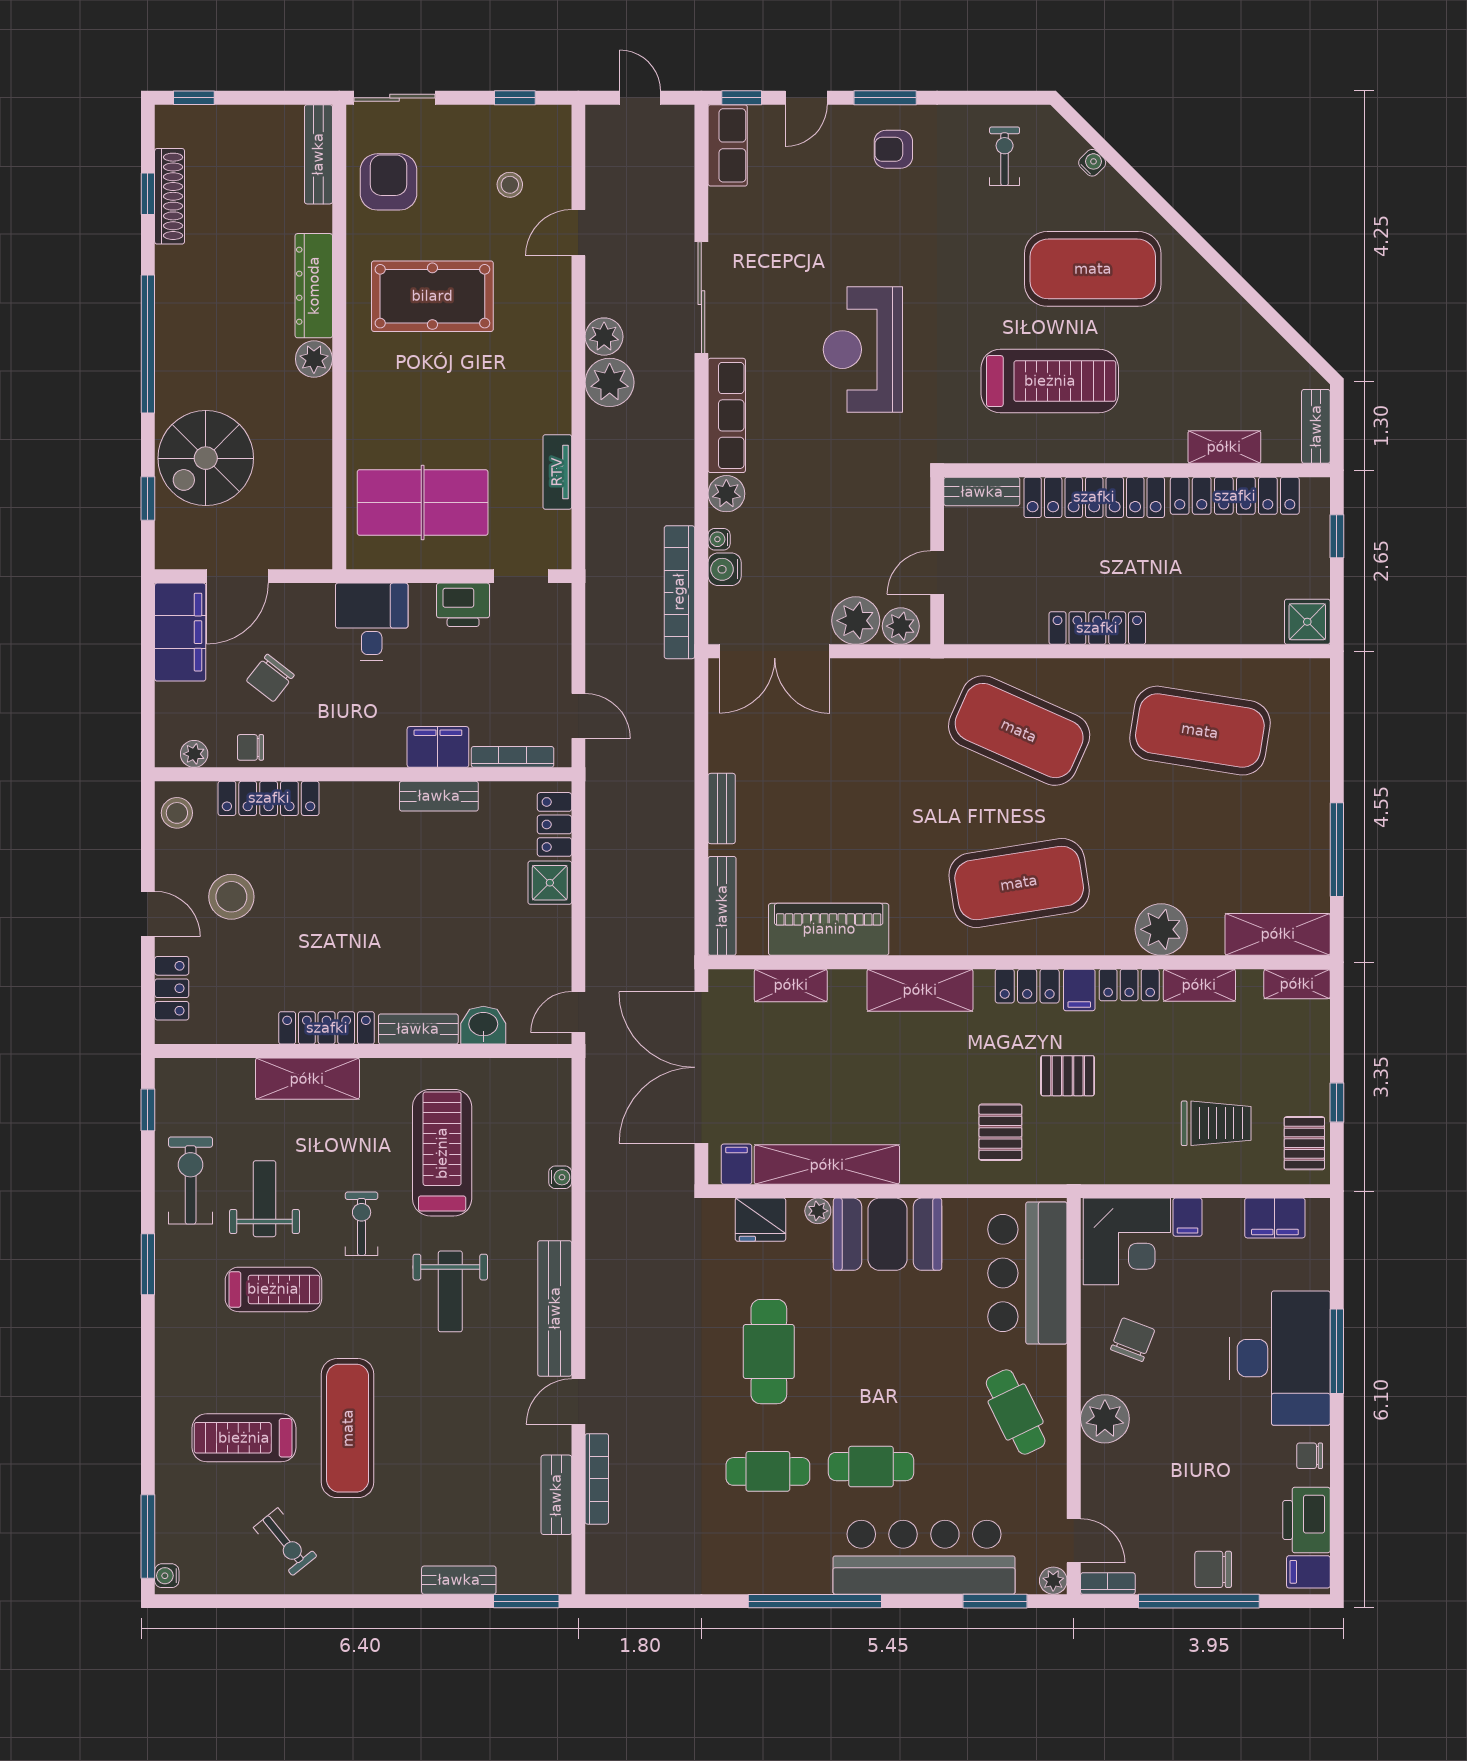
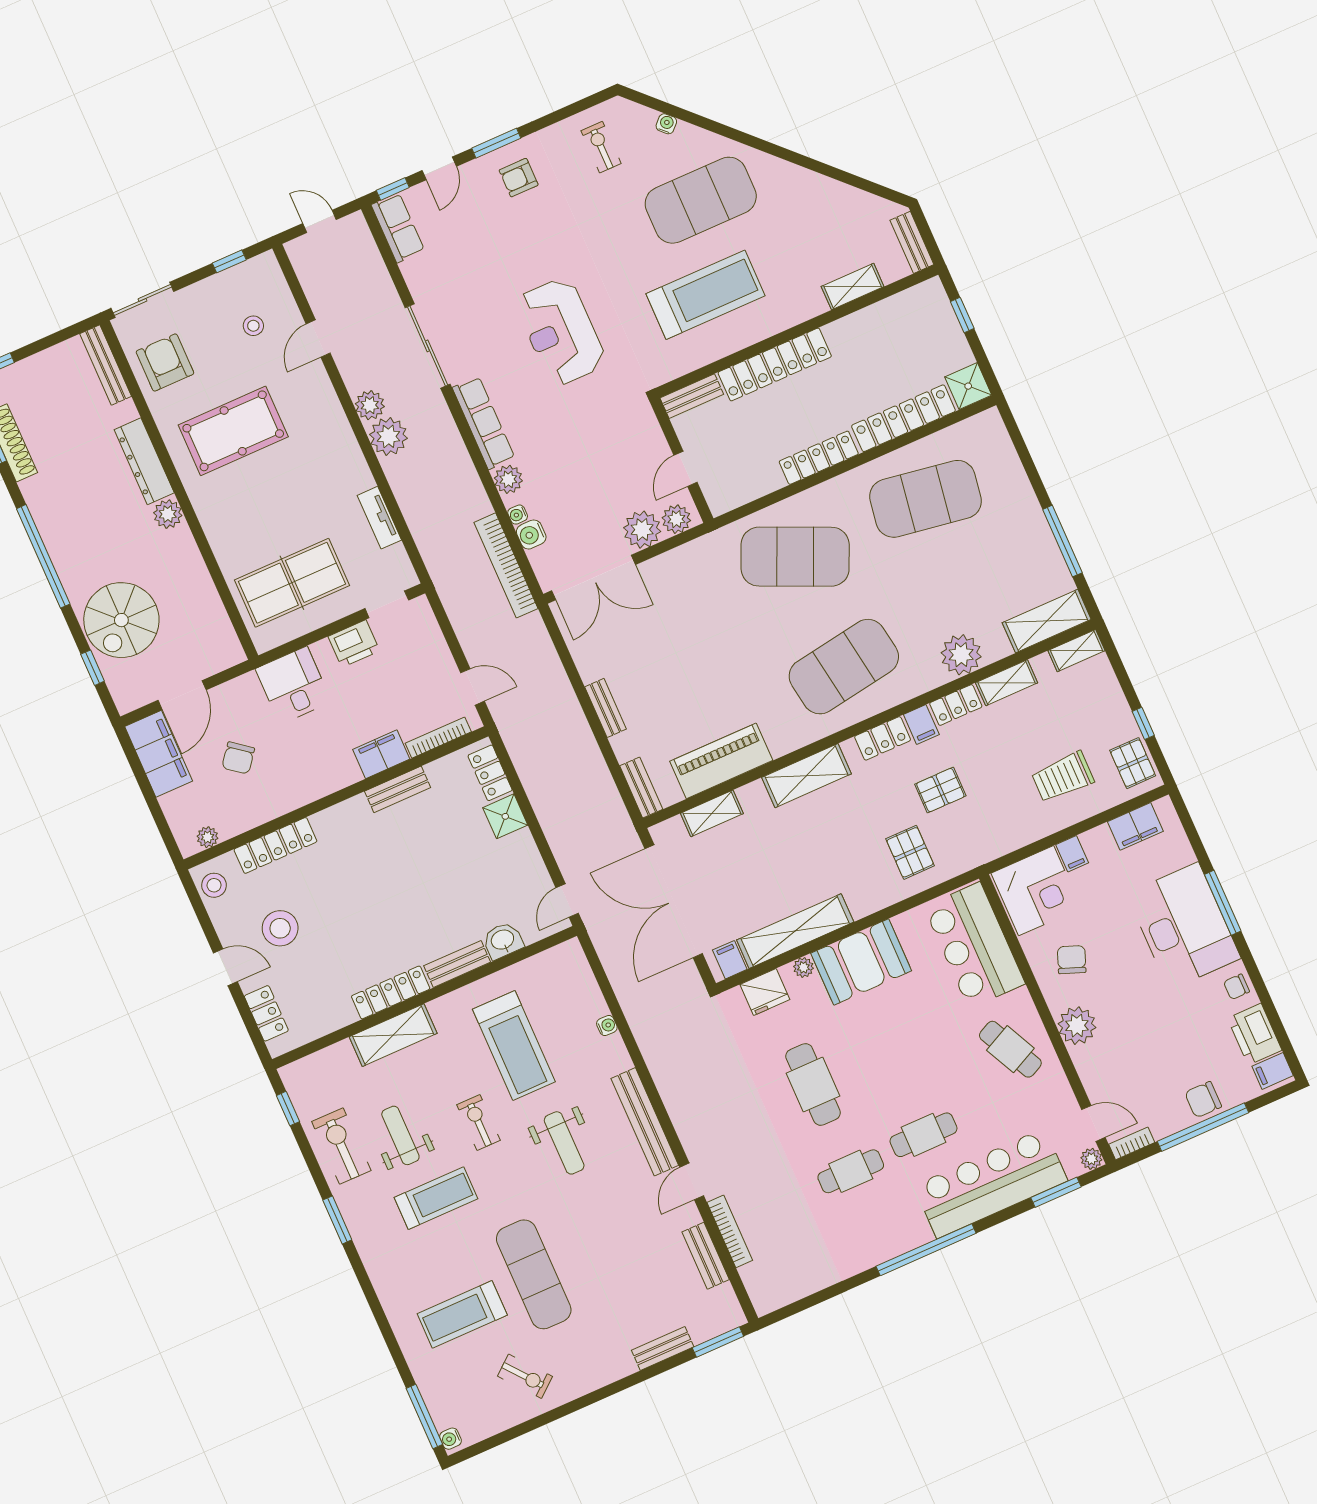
locker: (1235, 496) -> (903, 418), moved, turned 180
chair: (250, 747) -> (246, 814), removed
bench: (722, 906) -> (641, 788), width x0.73
trolley: (1216, 1123) -> (1063, 777), turned 180
treadmill: (442, 1153) -> (514, 1046), turned 180

